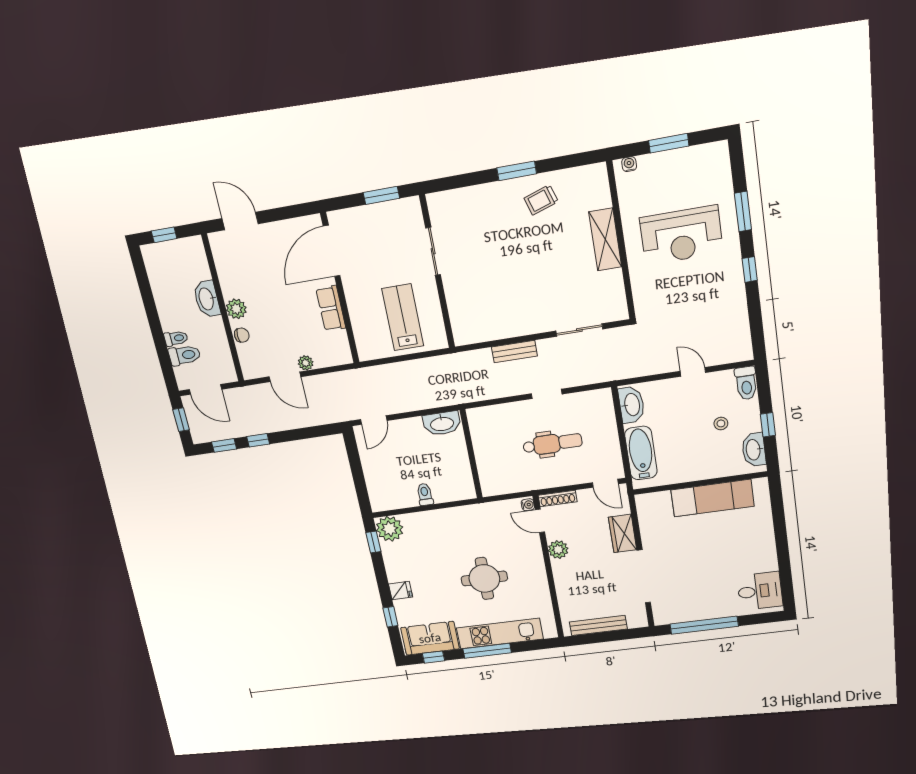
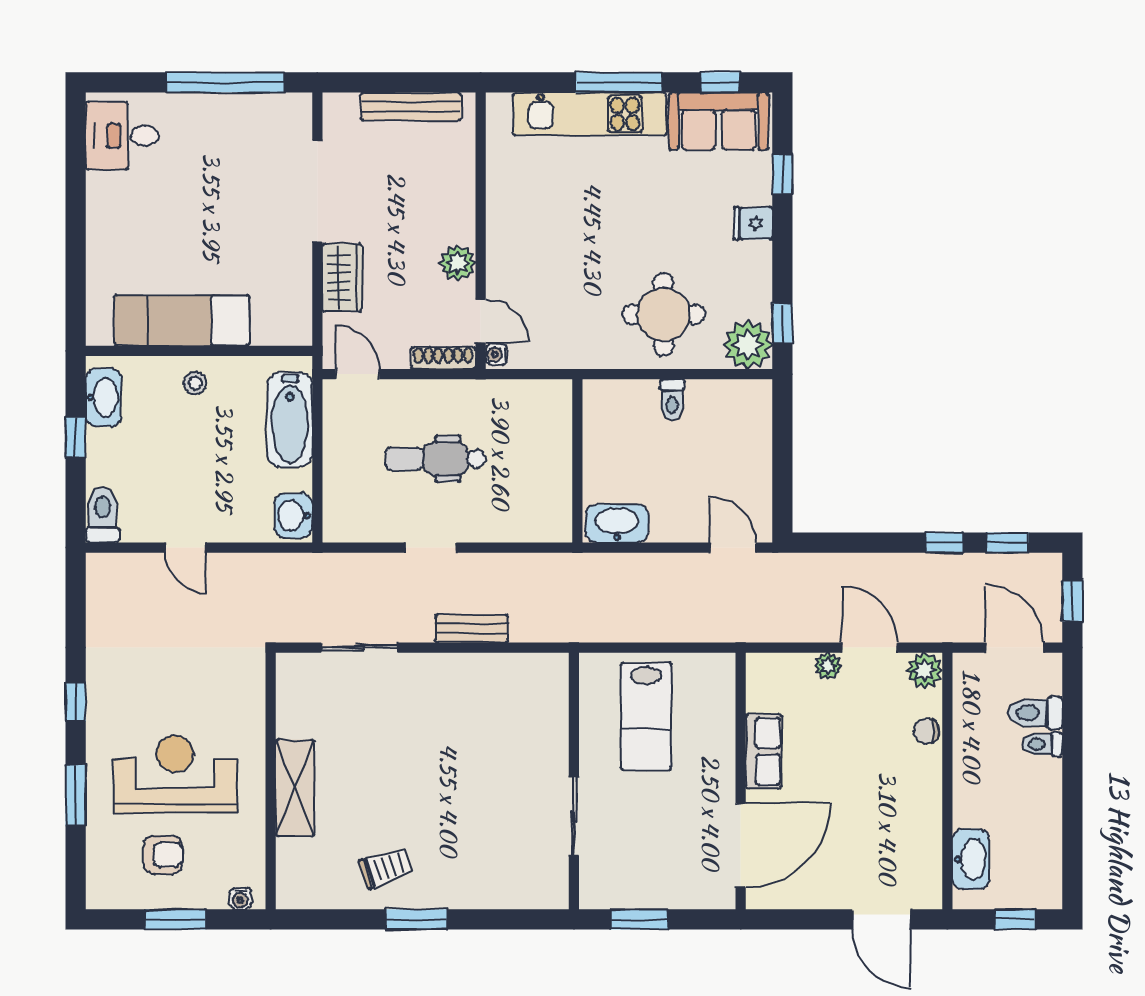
armchair: (682, 183) -> (163, 855), added
washbasin: (207, 299) -> (971, 859), moved
plant: (236, 309) -> (925, 670), moved
washbasin: (631, 405) -> (293, 516), width x0.72
door: (374, 420) -> (733, 548), hinge flipped
stool: (721, 423) -> (195, 383), moved
round table: (484, 578) -> (664, 314), moved

